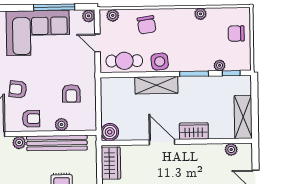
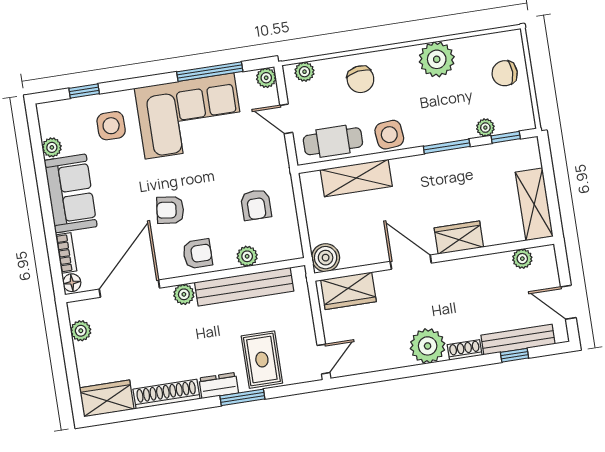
plant: (200, 14) -> (437, 59), width x1.88, depth x1.88
shelving: (156, 85) -> (356, 178), moved
wardrobe: (111, 163) -> (348, 291), moved, turned 90

